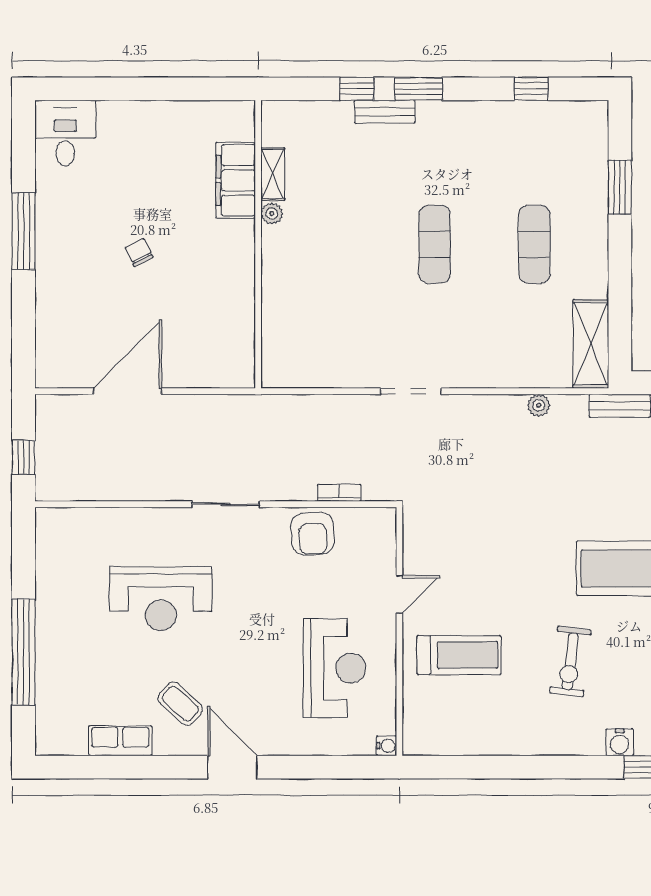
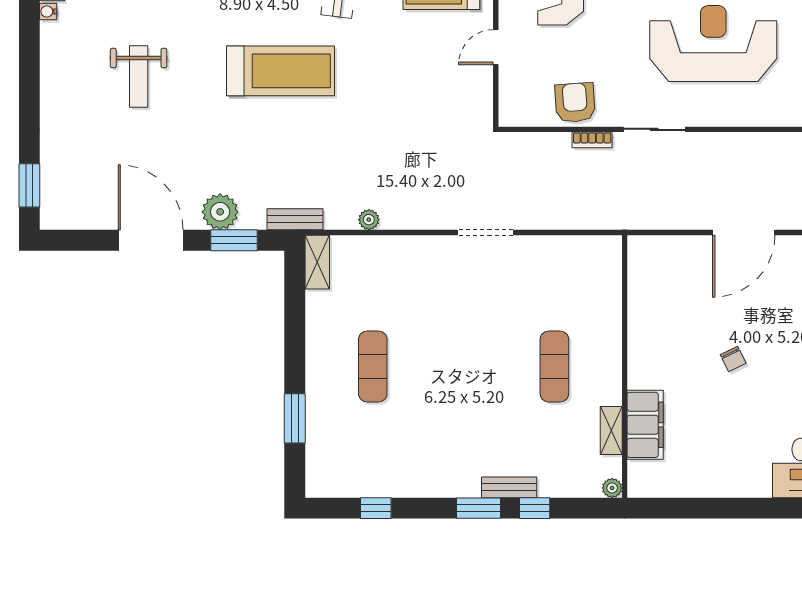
plant: (272, 214) -> (612, 488), moved
exercise mat: (435, 244) -> (554, 366), moved
shelving: (591, 344) -> (317, 262), width x0.67, depth x0.75
bookcase: (339, 493) -> (592, 140), moved
reception desk: (161, 599) -> (713, 43), width x1.36, depth x1.30

